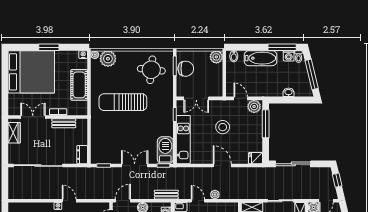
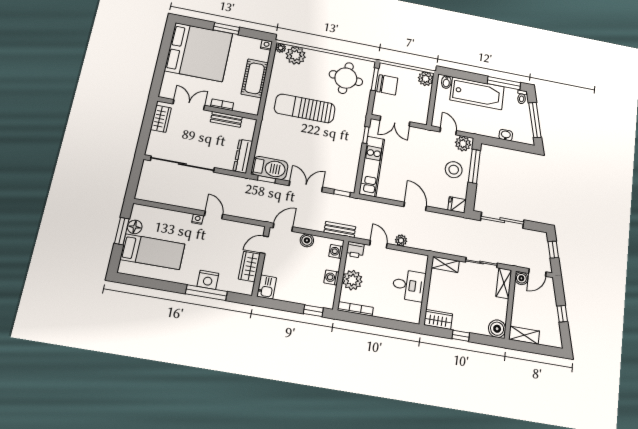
washing machine: (289, 56) -> (511, 94), removed
bathtub: (261, 58) -> (477, 93), width x1.36, depth x1.36
stool: (223, 127) -> (454, 170), moved
barbecue: (165, 150) -> (270, 168), moved, turned 90
dresser: (82, 155) -> (243, 156), width x1.44

